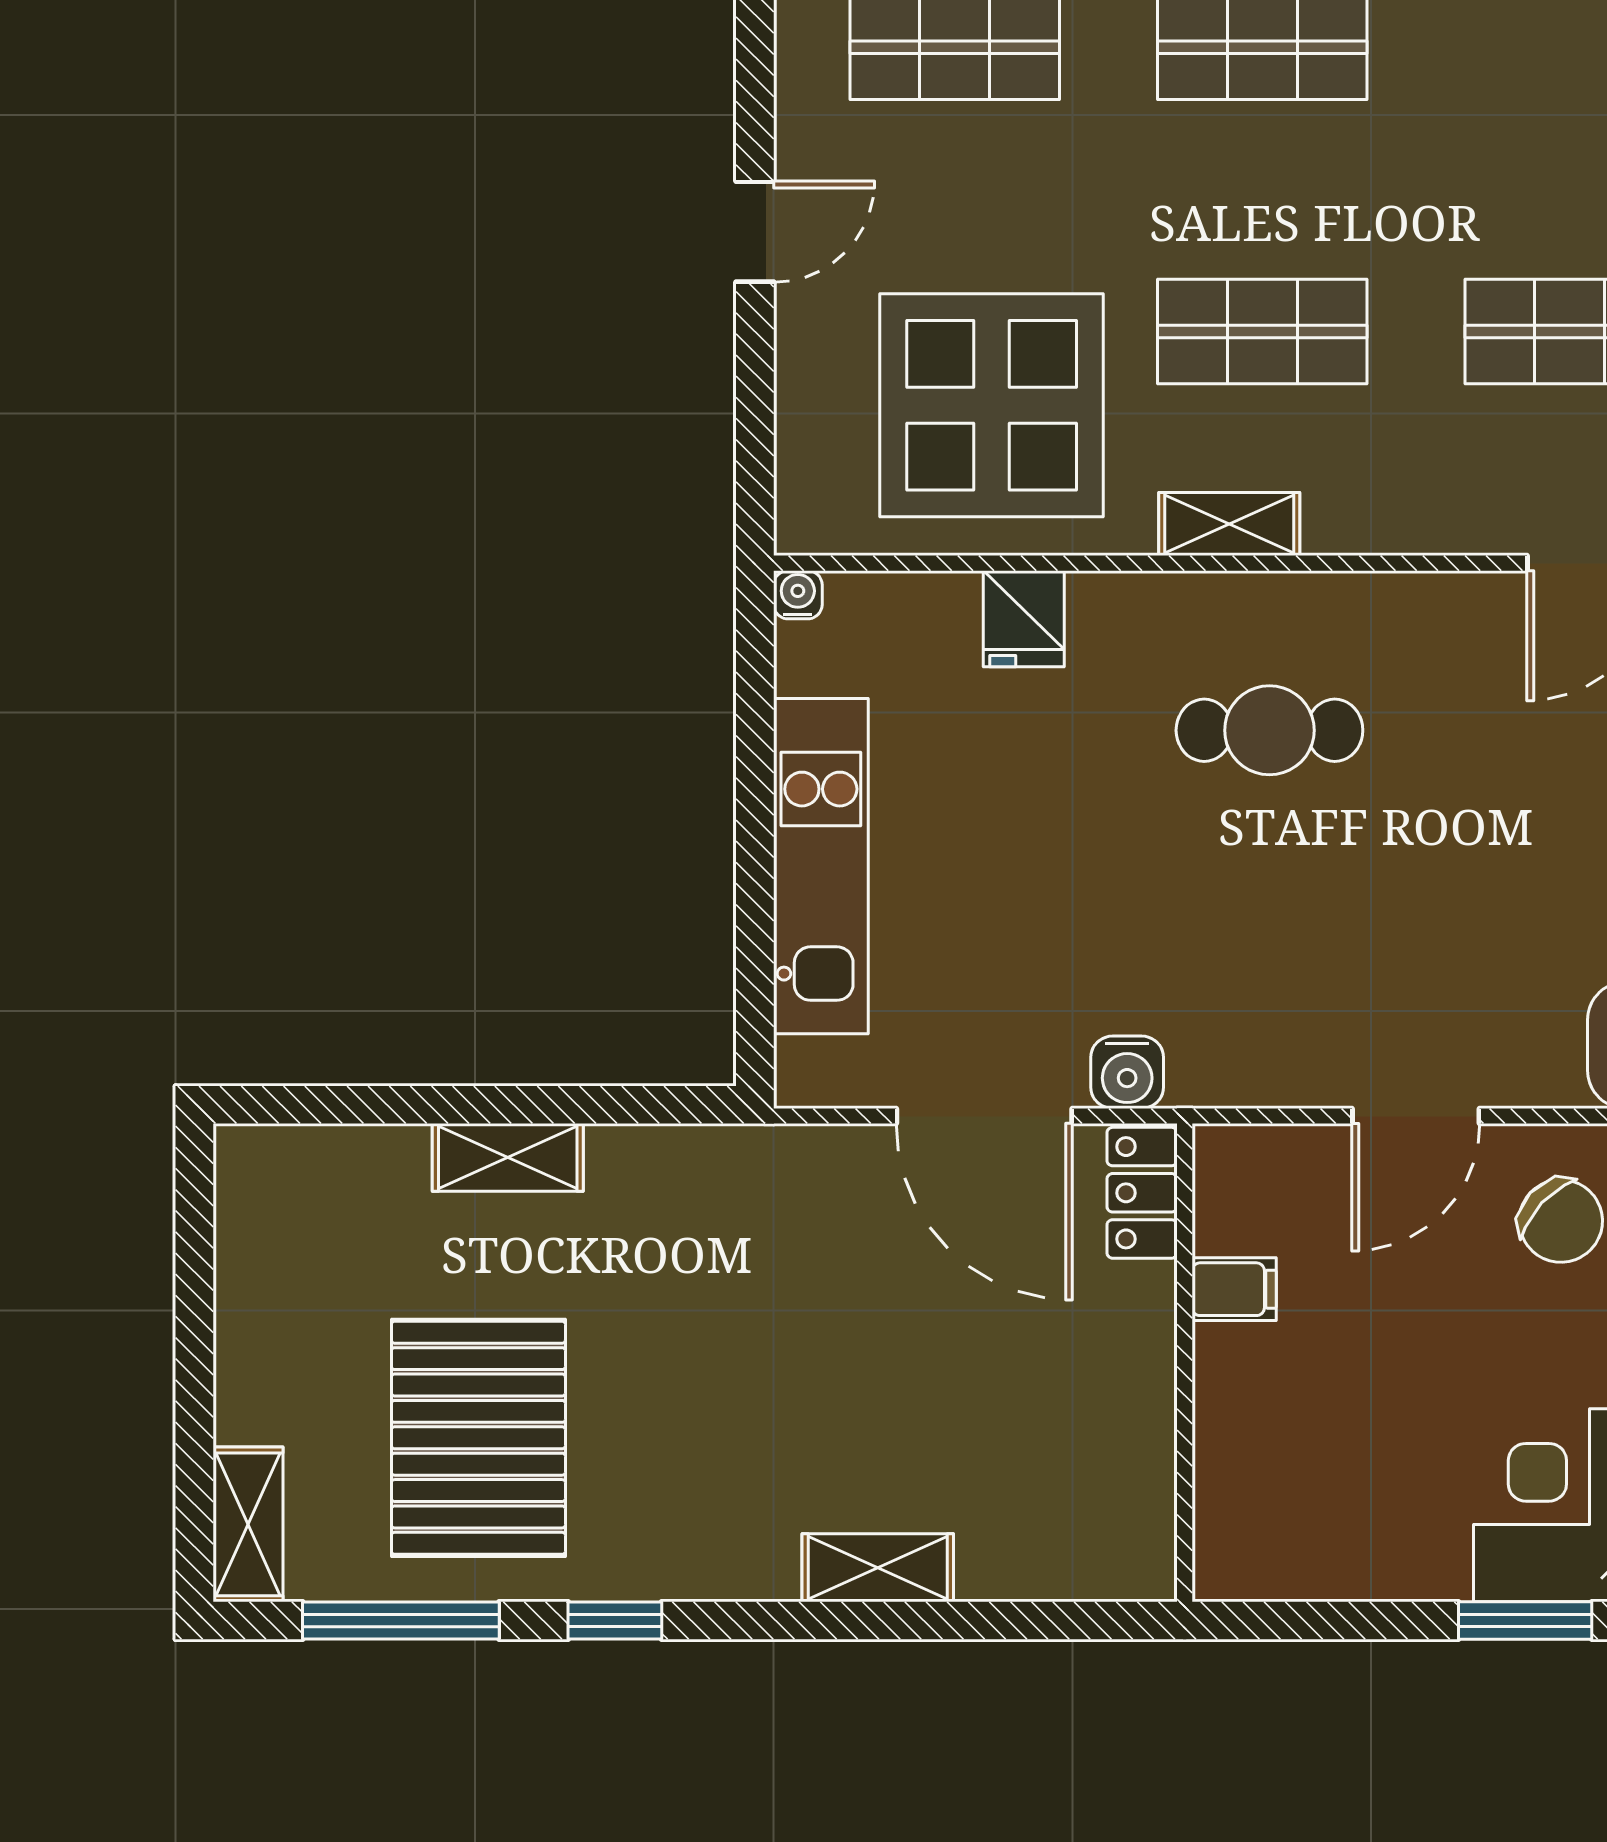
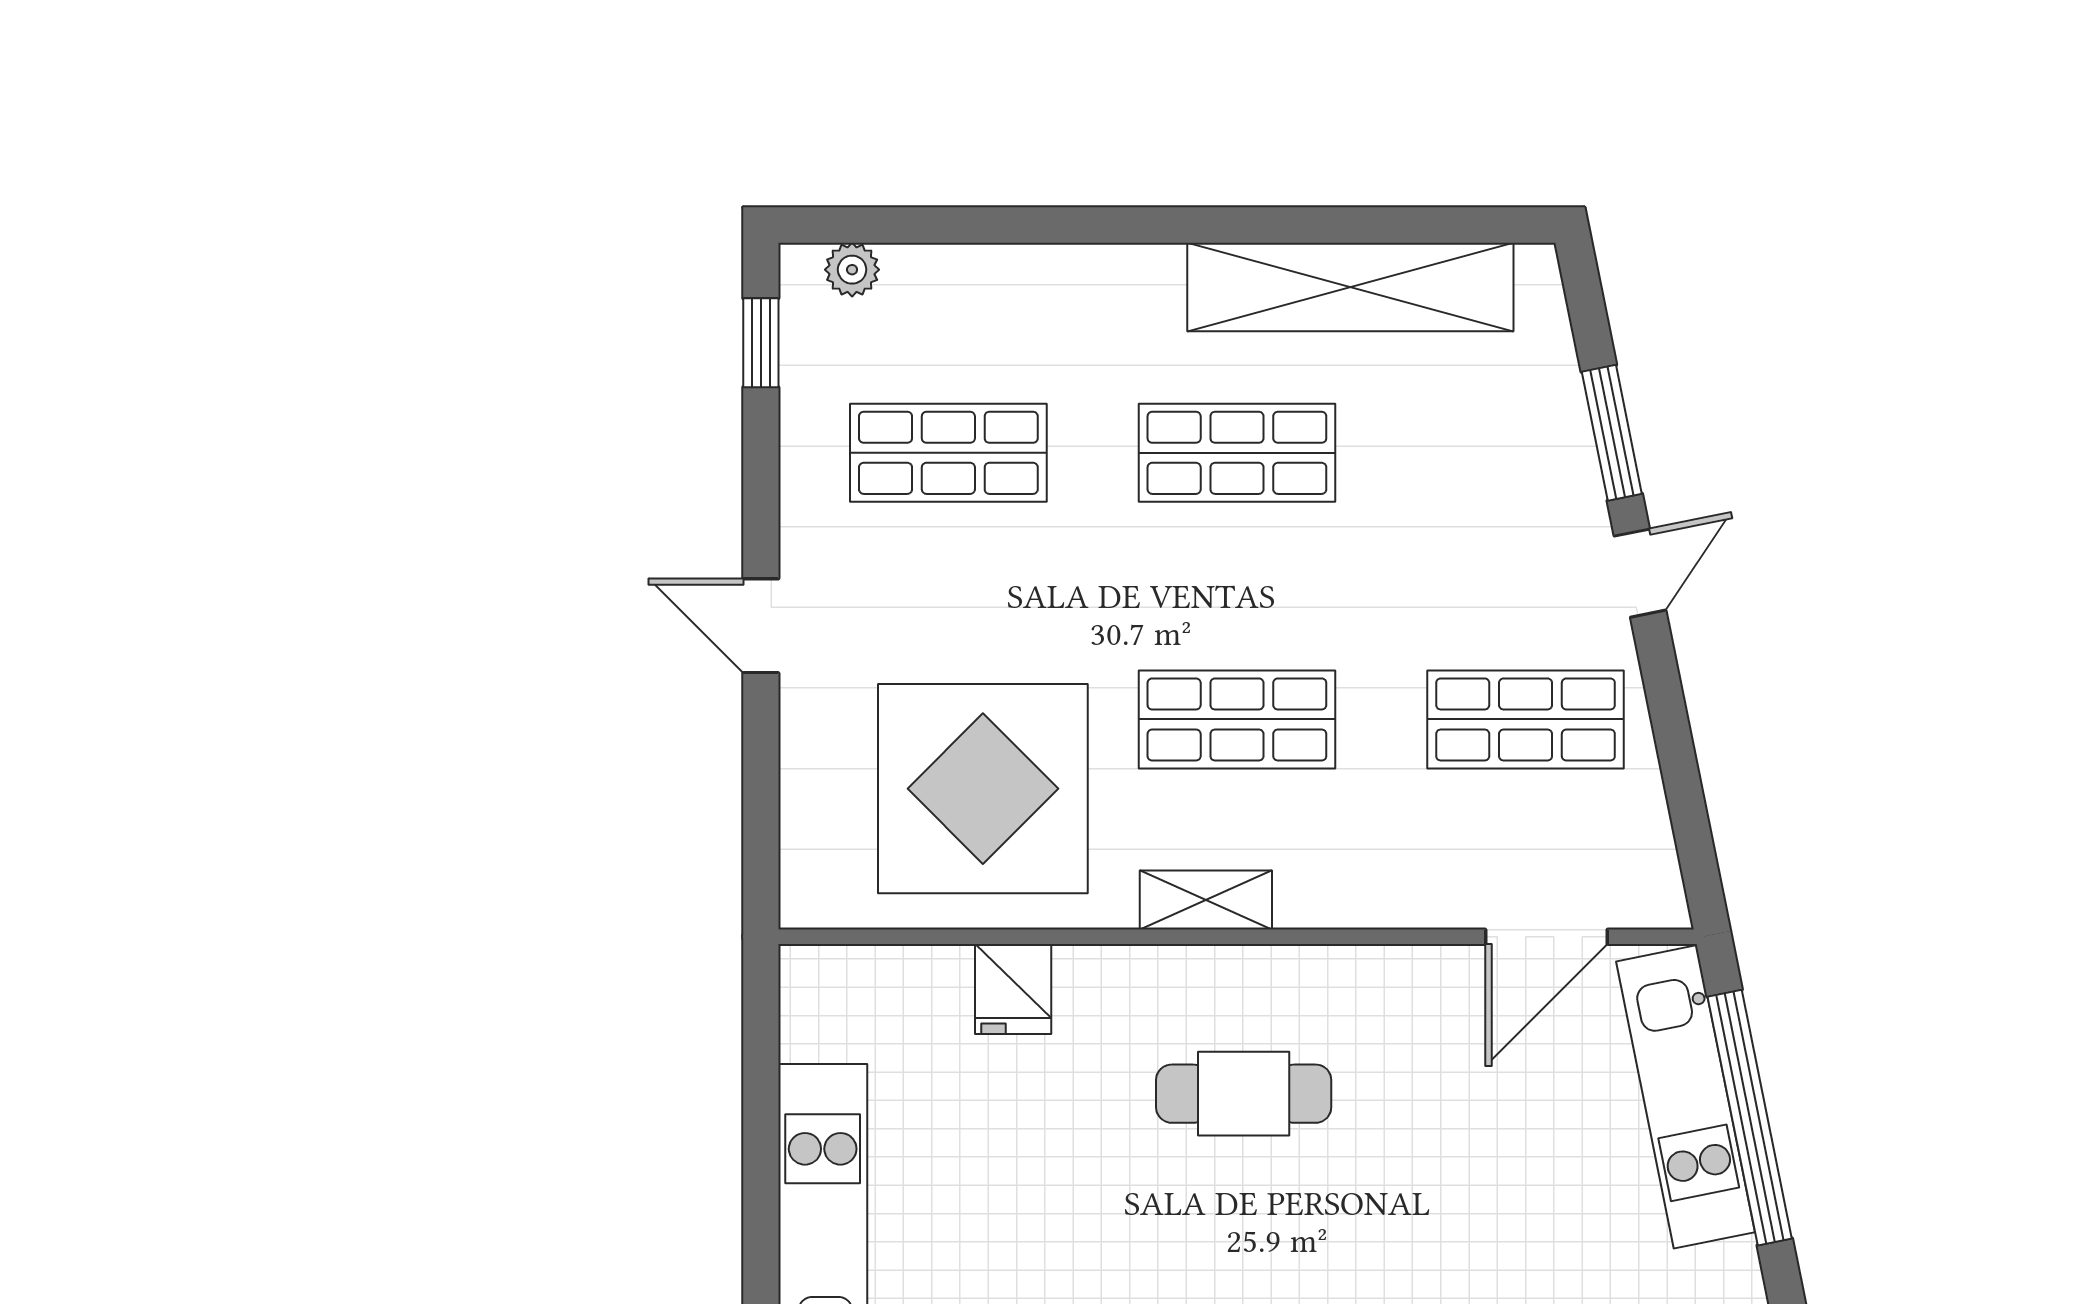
door: (755, 232) -> (761, 626), swing flipped
water cooler: (798, 595) -> (801, 966), removed

